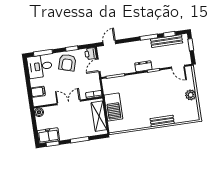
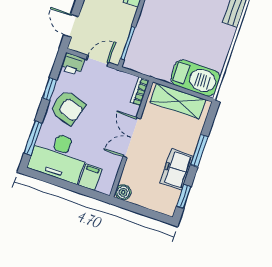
door: (98, 65) -> (98, 61), swing flipped
desk: (40, 66) -> (59, 156), width x1.37
barbecue: (113, 107) -> (196, 78), moved
freezer: (48, 136) -> (177, 169), moved

